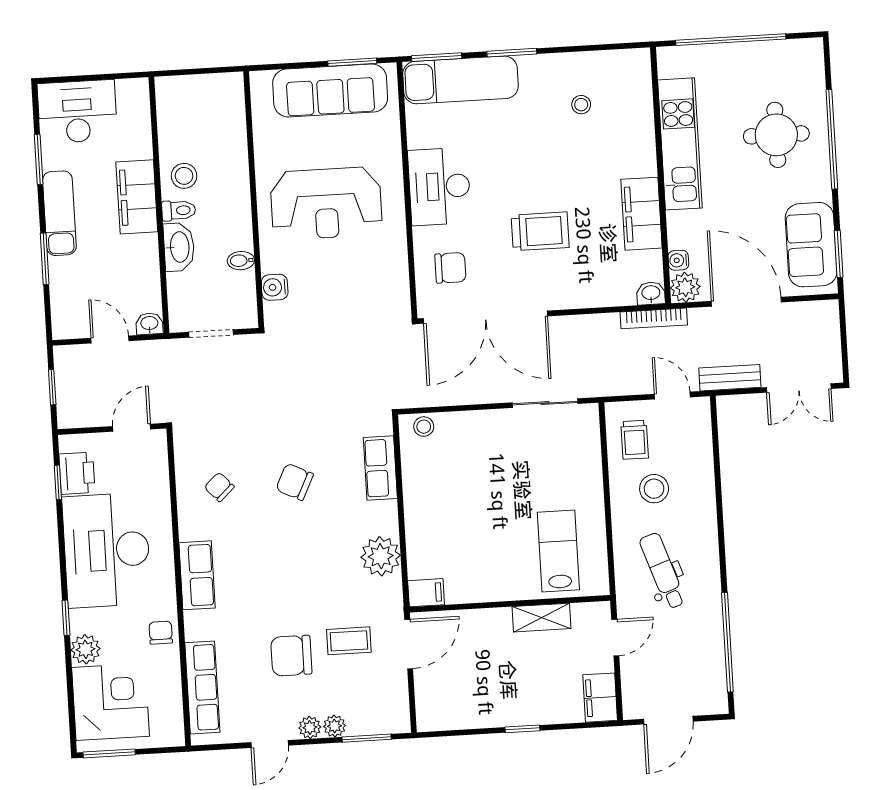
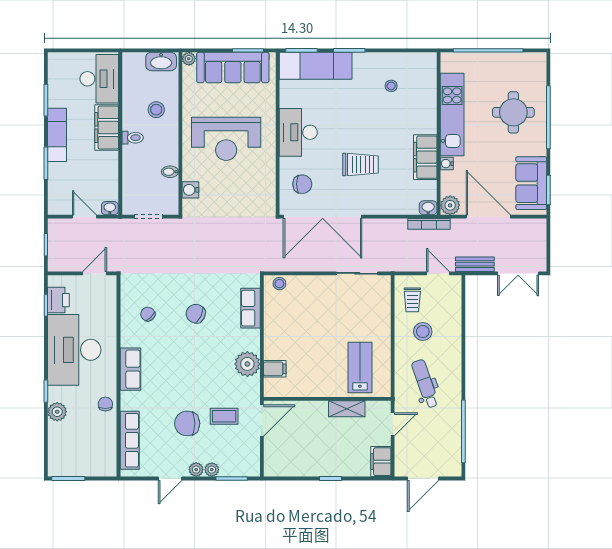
plant: (260, 81) -> (189, 59), added
desk: (77, 112) -> (99, 79), moved, turned 90
stool: (184, 176) -> (156, 110), moved
washbasin: (179, 247) -> (161, 61), moved, turned 90
water cooler: (678, 260) -> (447, 164), moved
filing cabinet: (426, 593) -> (275, 369), moved
corner desk: (111, 702) -> (71, 446), removed

